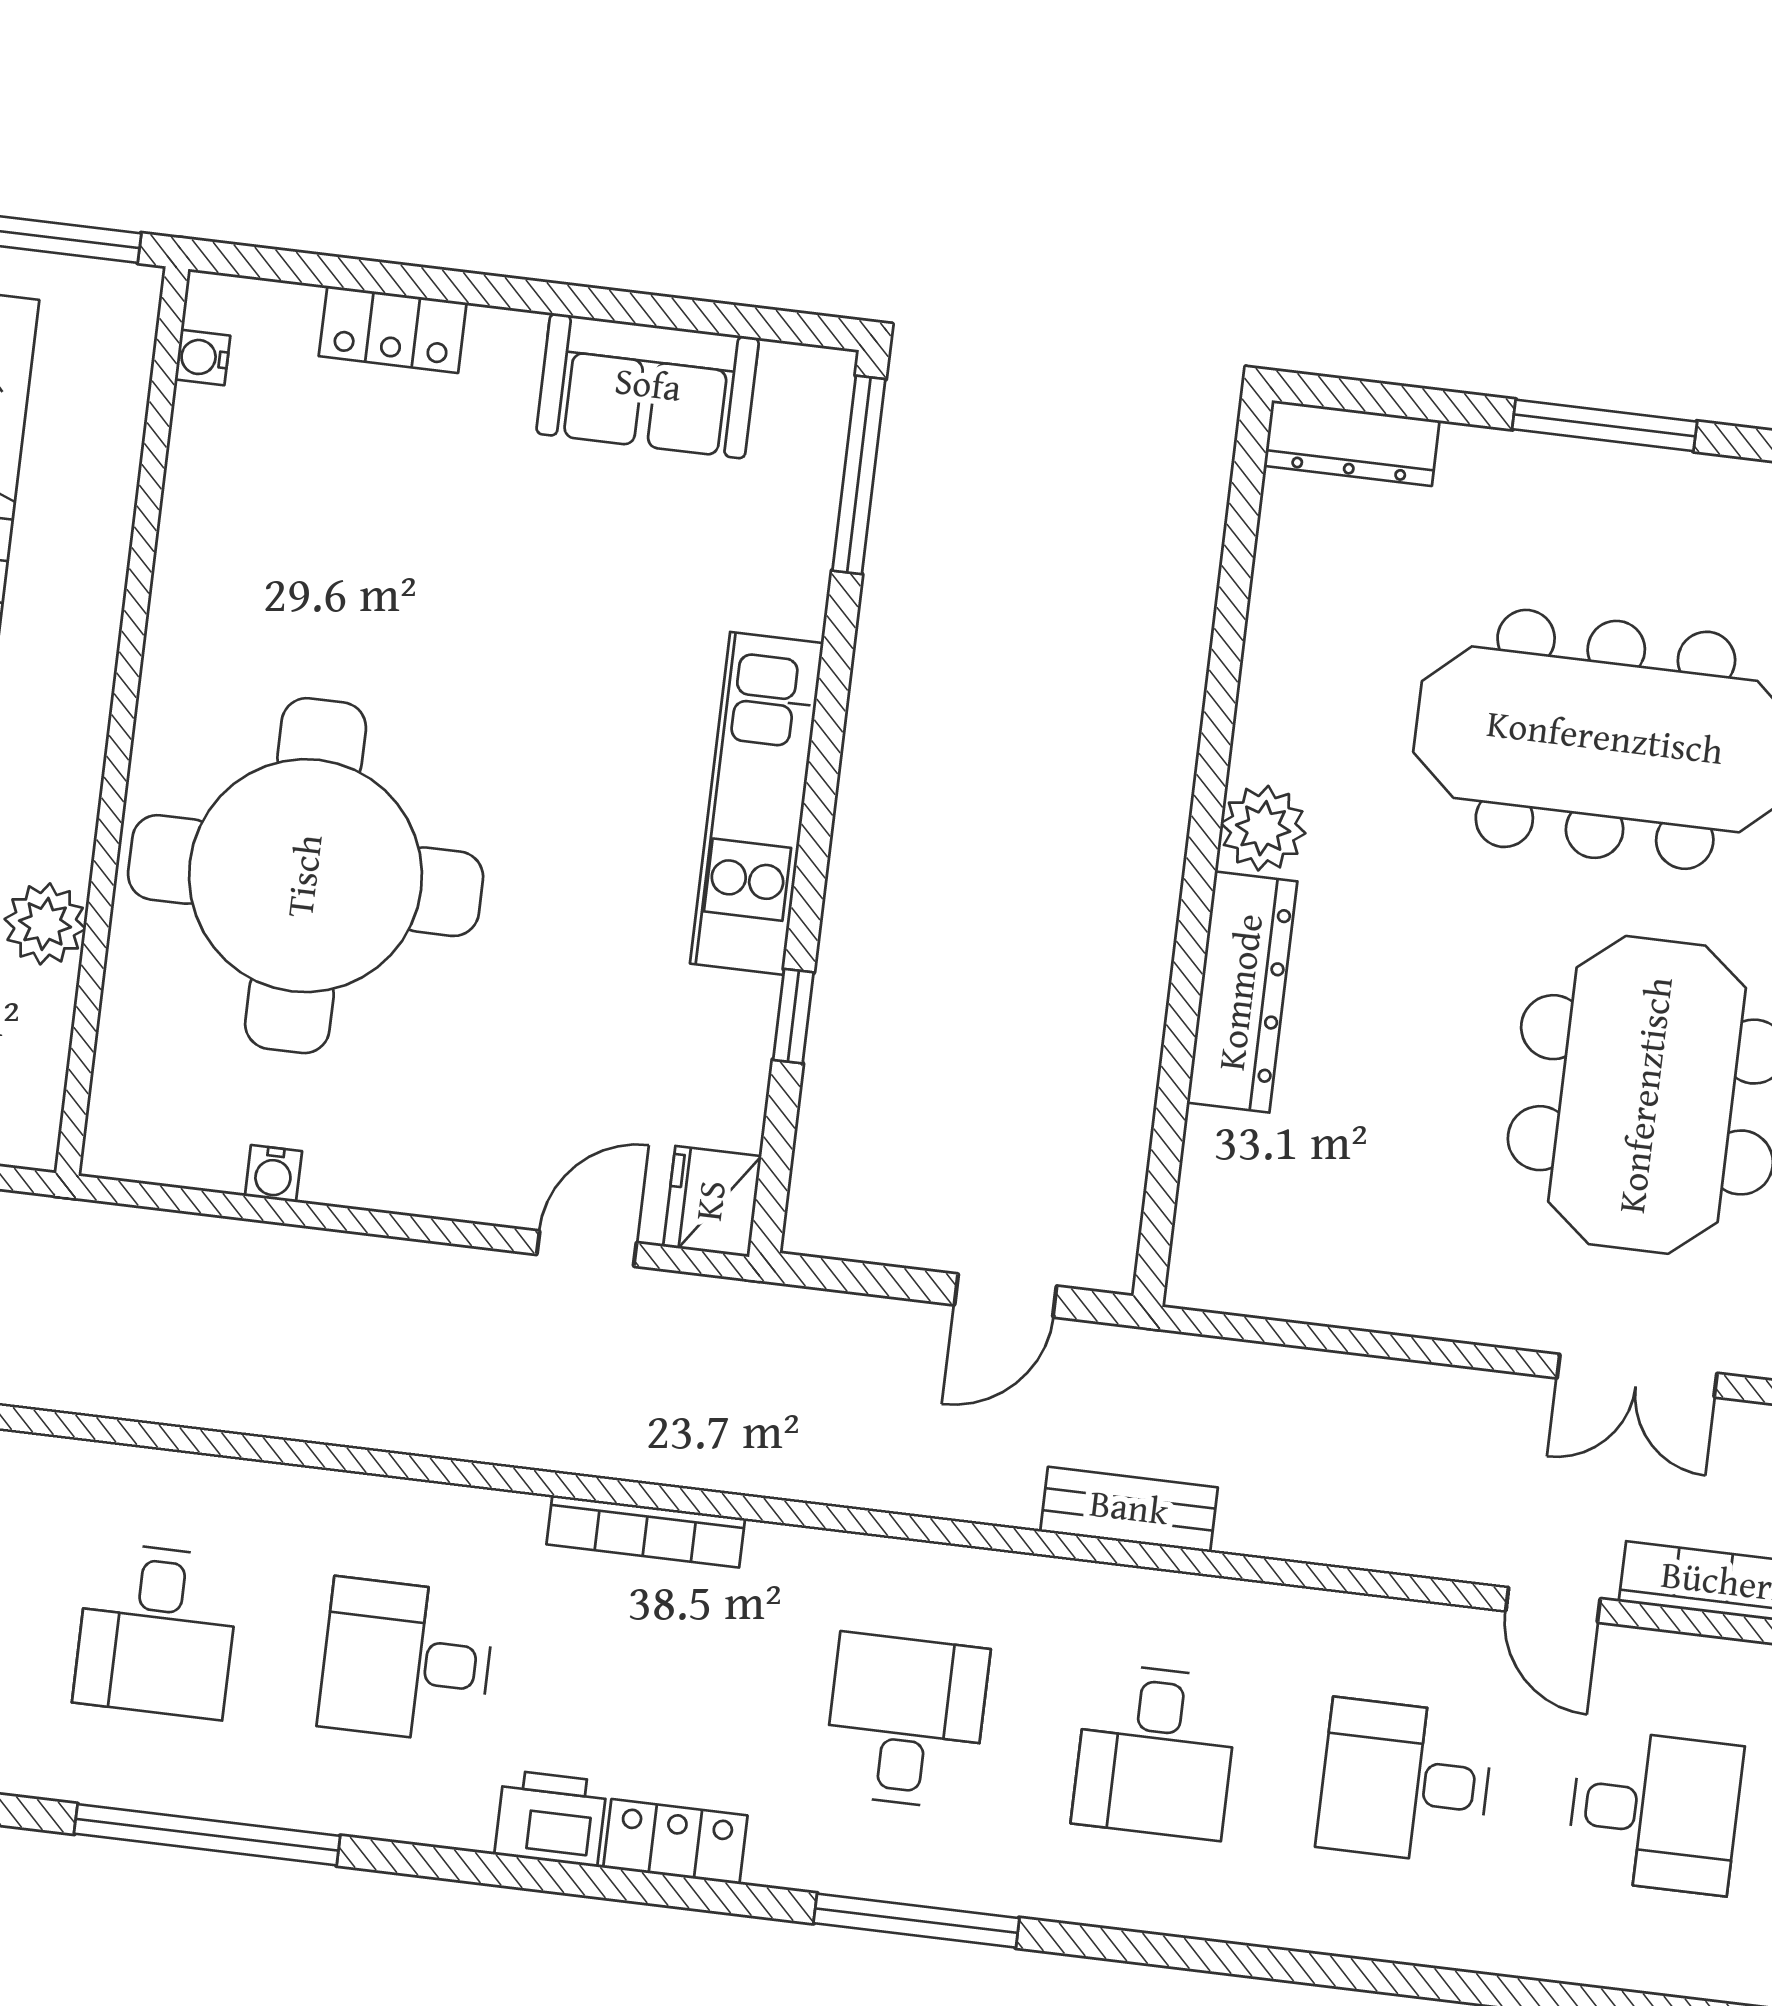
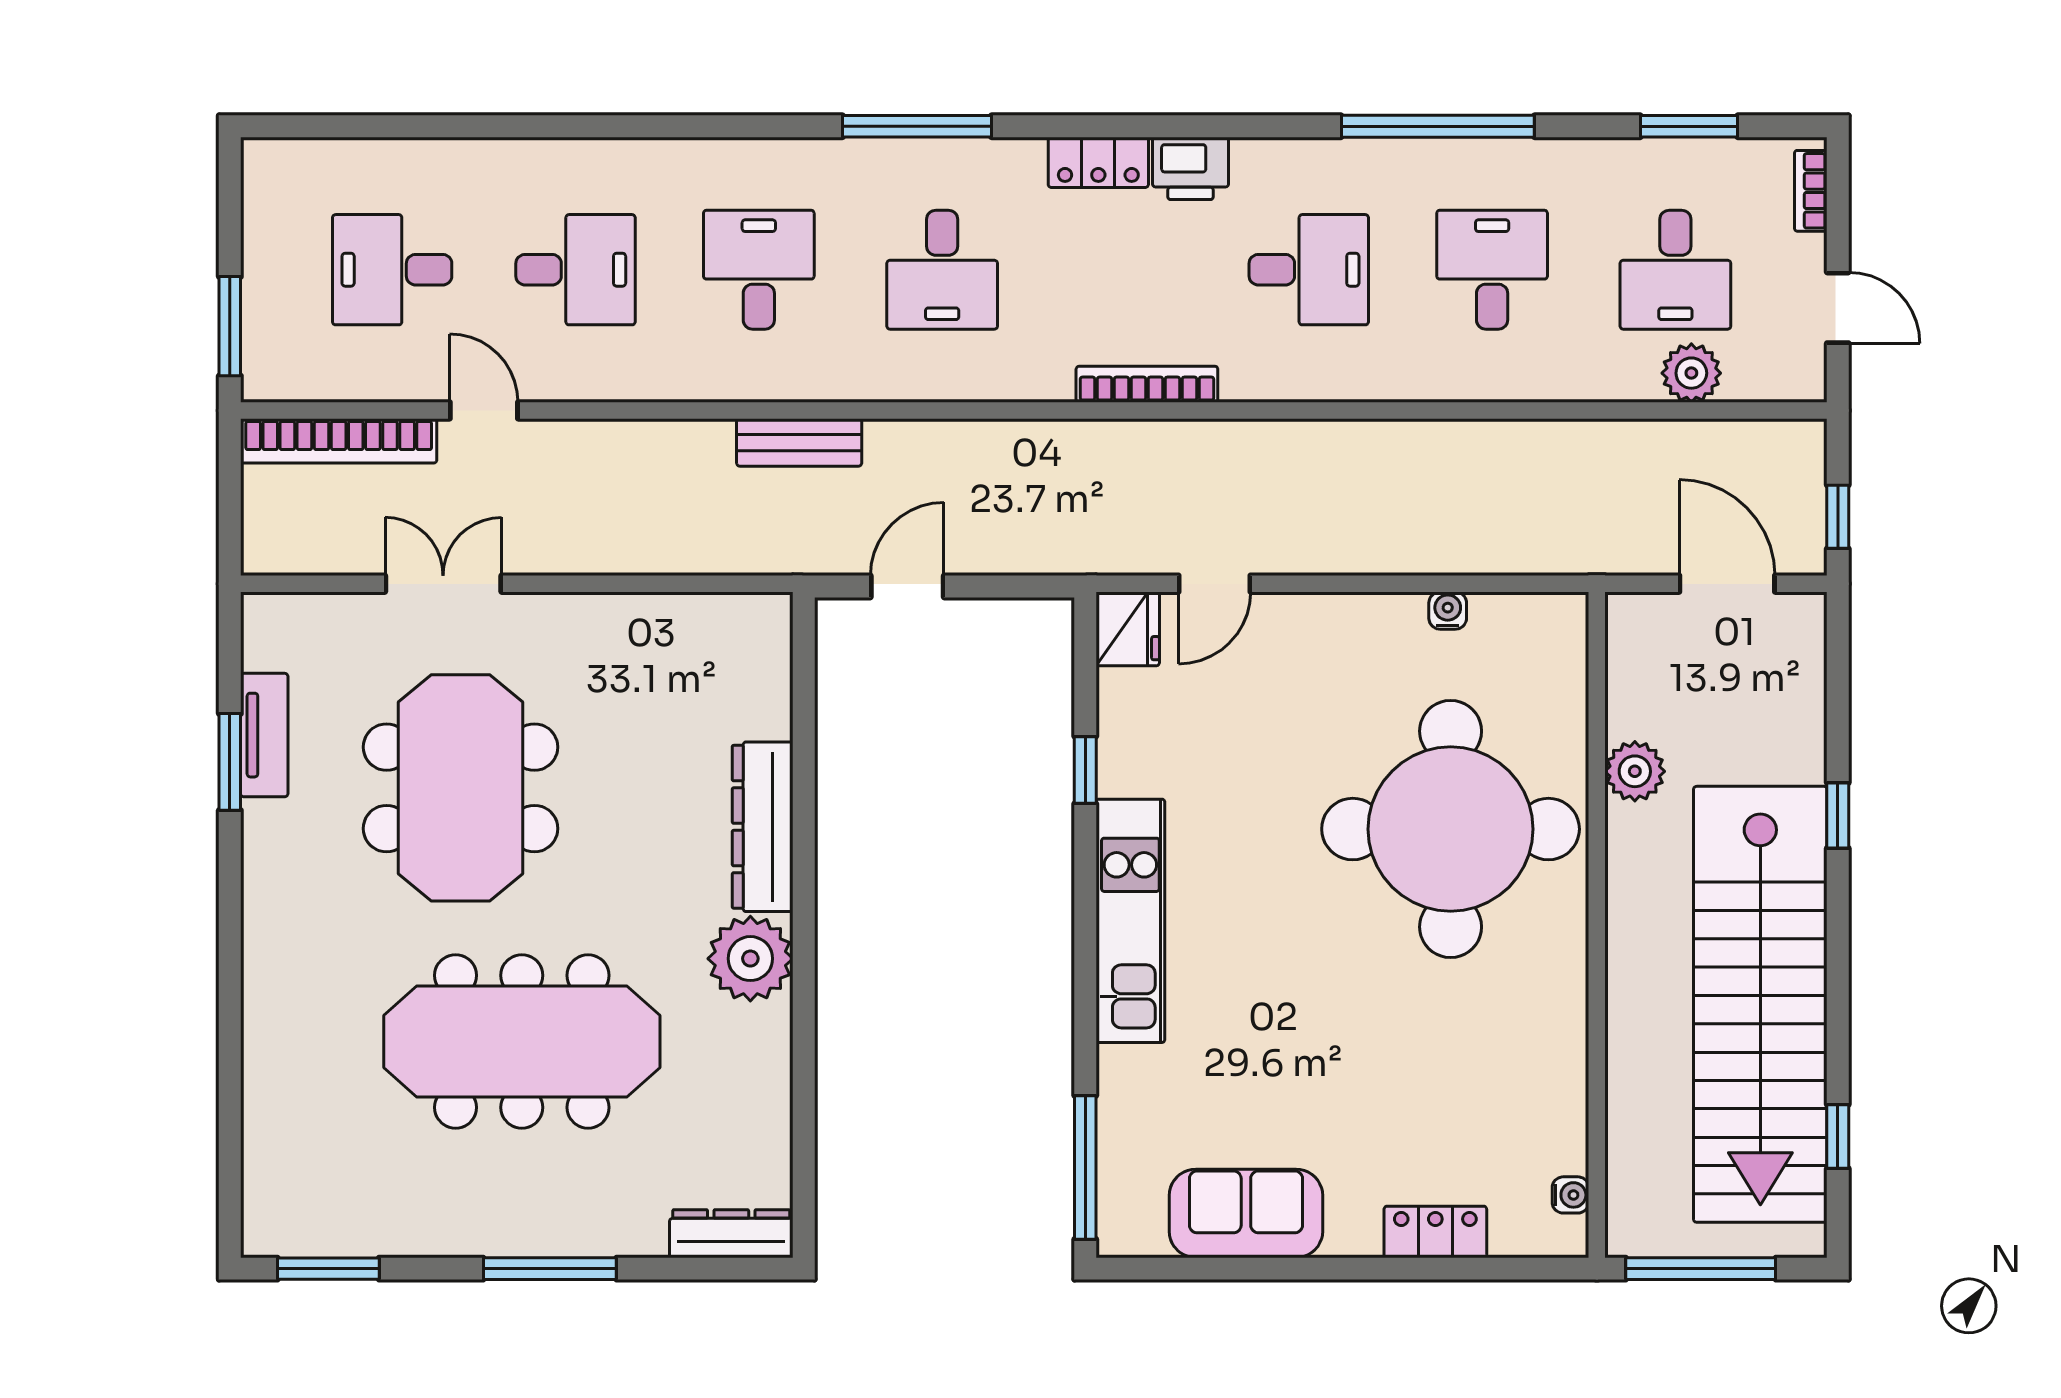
plant: (1263, 828) -> (750, 959), width x1.36, depth x1.36

